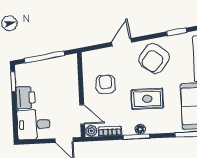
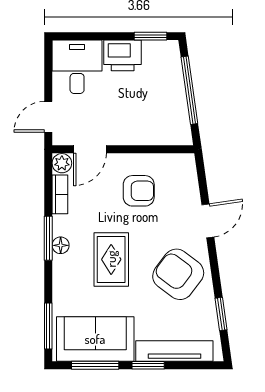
door: (122, 42) -> (208, 221), hinge flipped

